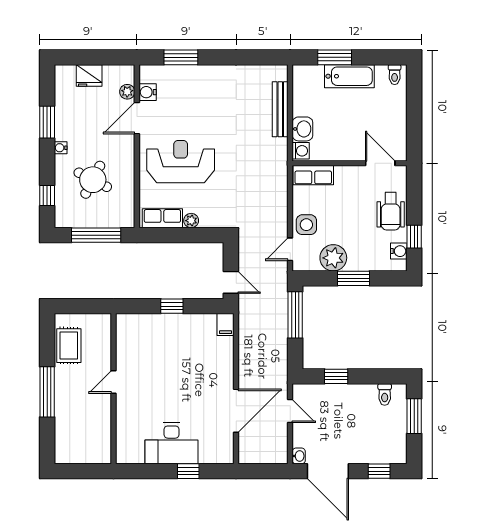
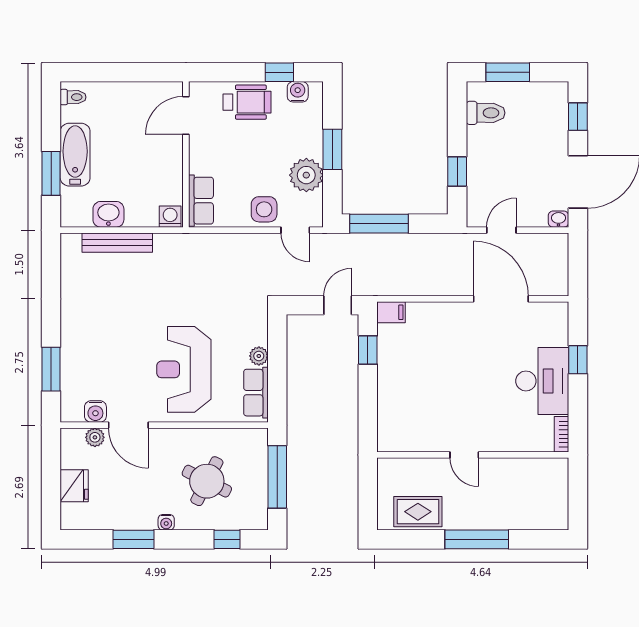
washbasin: (302, 129) -> (108, 214), moved
window: (172, 306) -> (368, 350), moved
toilet: (385, 394) -> (486, 113), width x1.37, depth x1.39
bookcase: (130, 458) -> (562, 434), added

